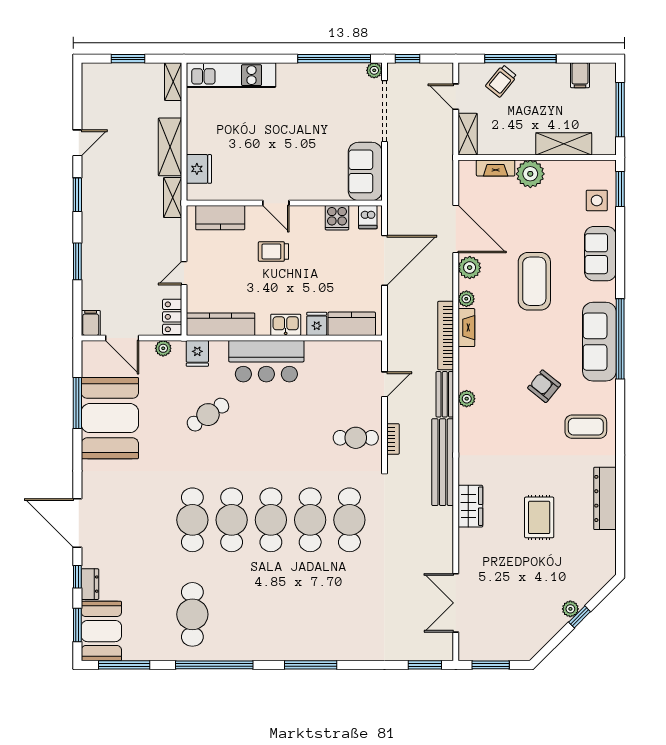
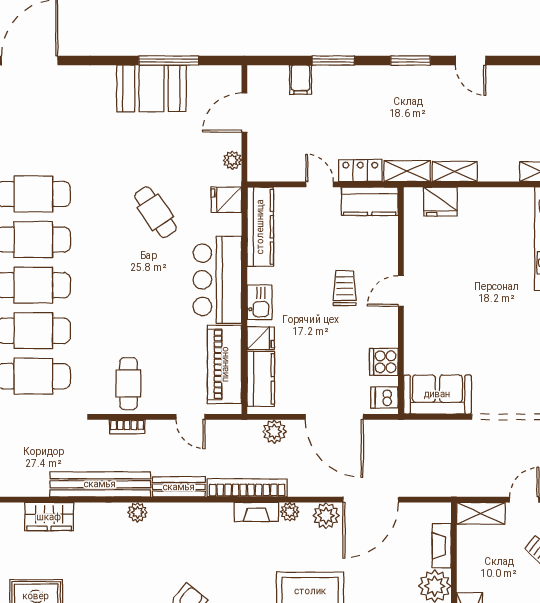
shelving: (170, 147) -> (455, 171), width x0.67, depth x0.75
kitchen counter: (220, 218) -> (370, 201), moved, turned -90
plant: (397, 312) -> (274, 432), added
locker: (172, 317) -> (360, 171), moved
filing cabinet: (91, 323) -> (300, 80), moved, turned 90
piano: (339, 355) -> (225, 364), added
plant: (467, 399) -> (137, 512), moved
booth: (110, 418) -> (151, 88), width x0.73, depth x0.70

